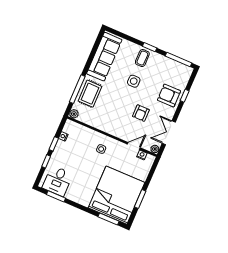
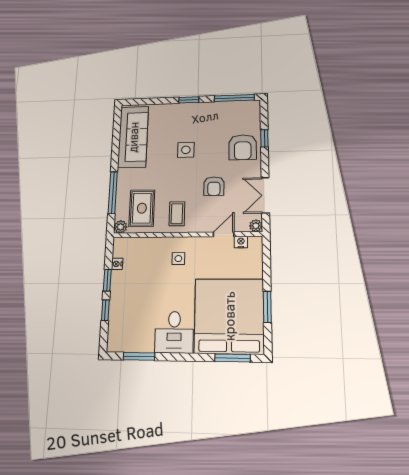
coffee table: (142, 58) -> (177, 214), moved
rug: (90, 94) -> (142, 208), moved
armchair: (169, 96) -> (243, 147), turned -90
desk: (58, 181) -> (174, 332), moved

